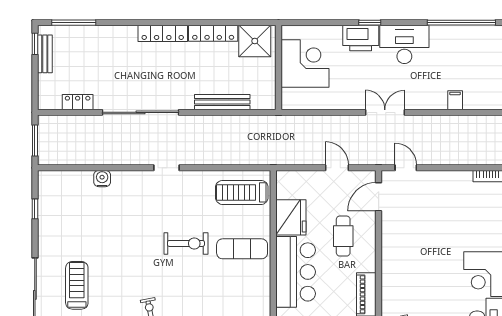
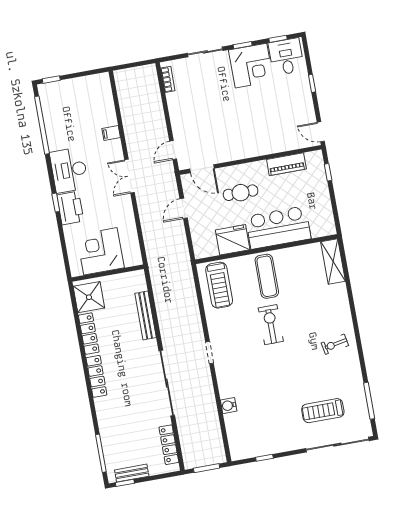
filing cabinet: (455, 100) -> (111, 133), moved
locker: (78, 102) -> (169, 445), width x1.53

